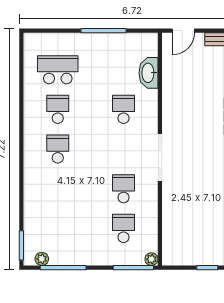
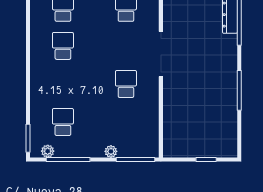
school desk: (124, 228) -> (63, 122), moved
plant: (151, 259) -> (111, 151), moved

